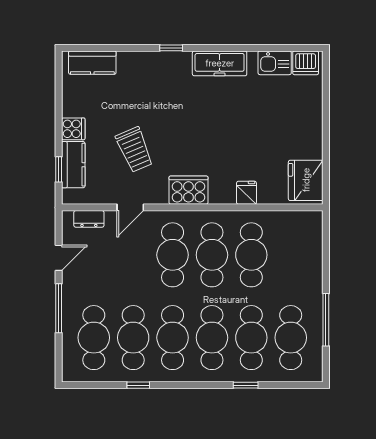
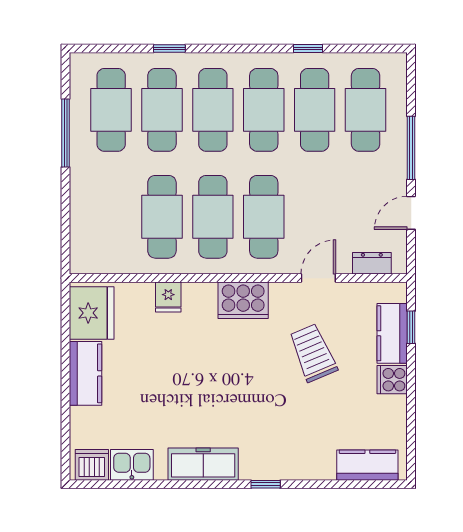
kitchen counter: (311, 134) -> (85, 373), added

